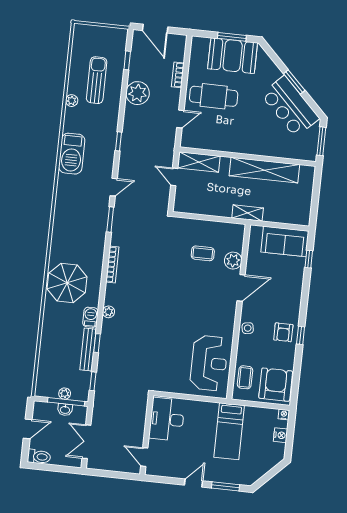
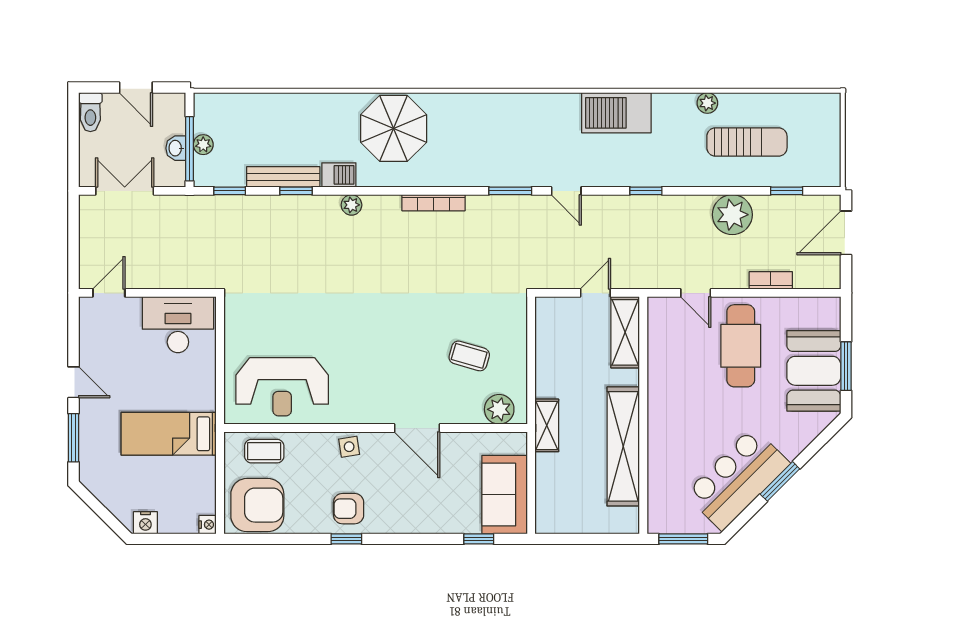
coffee table: (203, 253) -> (469, 356), turned -74
plant: (233, 261) -> (499, 409), moved
nightstand: (281, 435) -> (145, 523), moved

